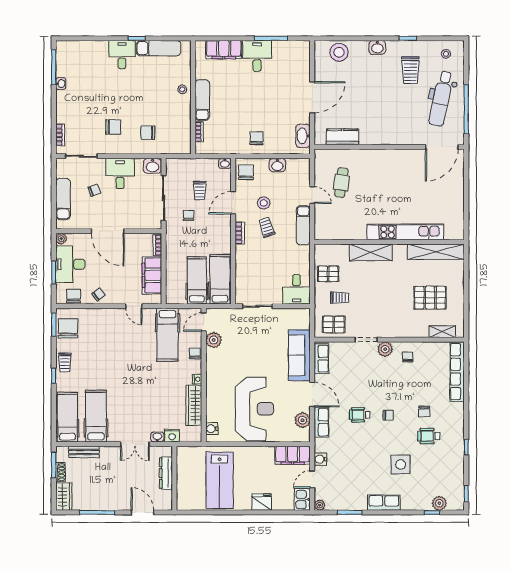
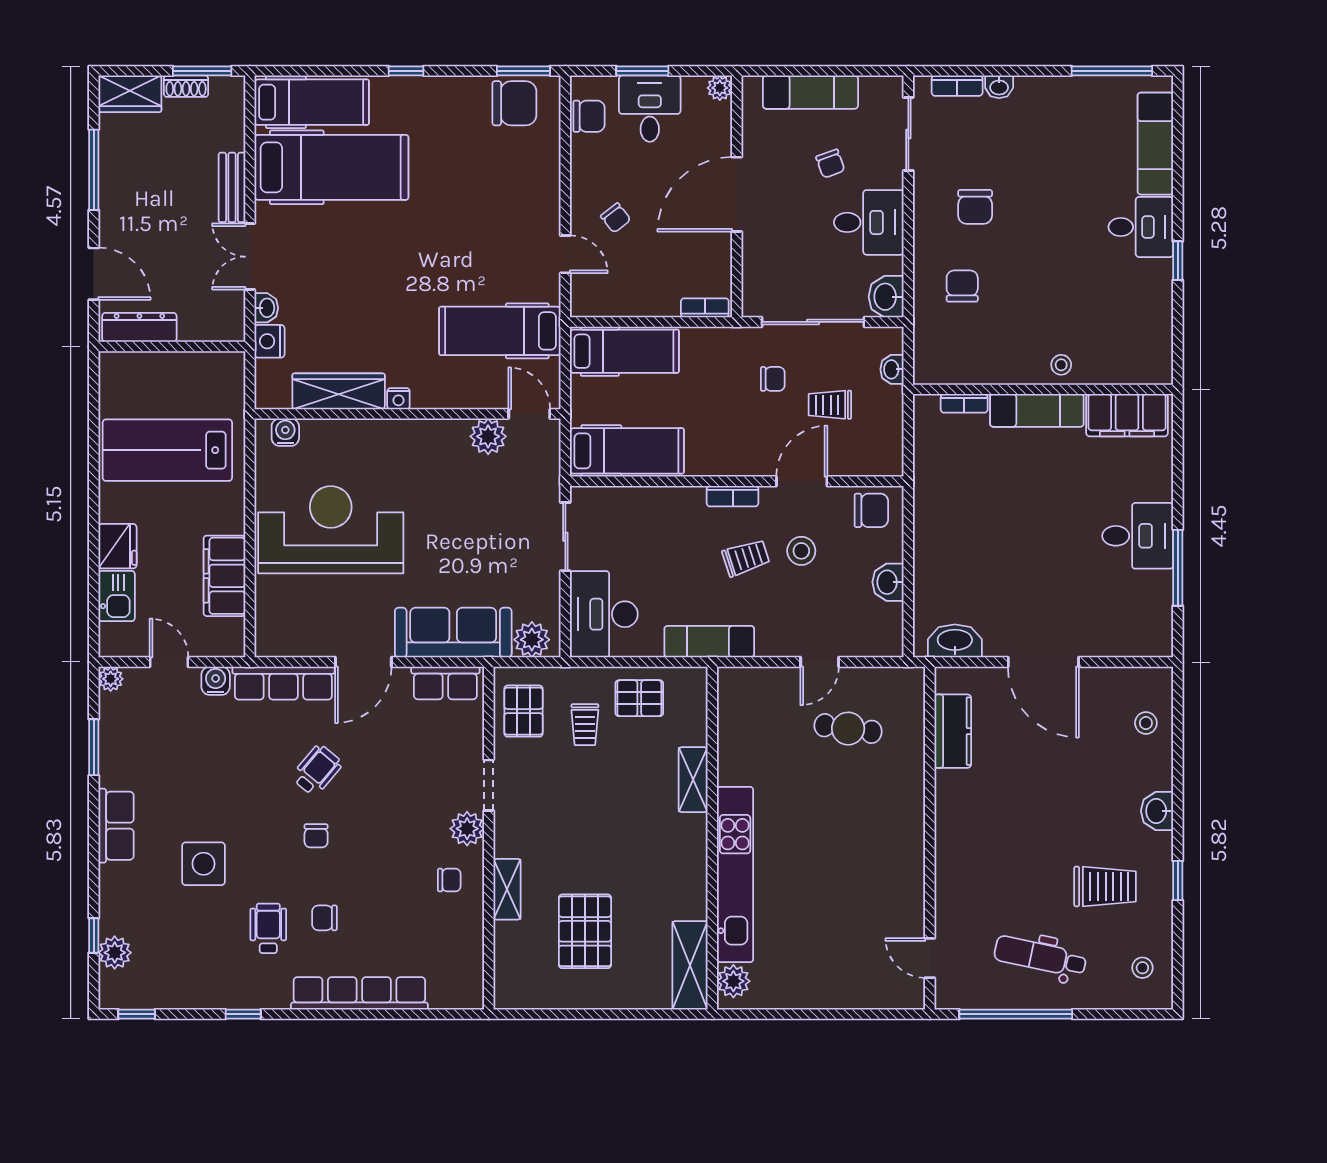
exam couch: (159, 48) -> (1155, 144), moved
filing cabinet: (224, 50) -> (1127, 415), moved, turned -90
stool: (339, 52) -> (1146, 723), width x0.53, depth x0.53
trolley: (410, 70) -> (1105, 886), turned 180
washbasin: (61, 84) -> (999, 87), moved
dental chair: (441, 99) -> (1040, 956), width x0.73, depth x0.72
chair: (257, 138) -> (949, 534), removed
door: (442, 147) -> (930, 958), width x0.53
washbasin: (225, 163) -> (892, 369), moved
door: (233, 203) -> (802, 481), hinge flipped
exam couch: (303, 225) -> (709, 642), moved
plant: (452, 233) -> (733, 981), added
shelving: (371, 252) -> (693, 780), width x0.67, depth x0.75
shelving: (436, 252) -> (690, 965), width x0.68
desk: (70, 264) -> (650, 109), width x0.73
pallet: (328, 274) -> (639, 698), turned 90
filing cabinet: (152, 275) -> (636, 295), removed
hospital bed: (197, 280) -> (624, 351), moved
desk: (296, 289) -> (604, 614), width x1.37
chair: (99, 294) -> (616, 218), moved
door: (134, 306) -> (565, 254), swing flipped
shelving: (442, 332) -> (507, 889), moved
chair: (195, 353) -> (457, 393), removed
trolley: (65, 362) -> (437, 96), removed
row of seats: (457, 372) -> (359, 993), moved
reception desk: (254, 409) -> (331, 530), turned 180
wheelchair: (360, 415) -> (317, 770), turned 40
hospital bed: (96, 416) -> (331, 167), width x1.37, depth x1.29
plant: (302, 420) -> (532, 640), moved
row of seats: (321, 422) -> (283, 683), width x1.48
bench: (84, 452) -> (232, 187), moved
filing cabinet: (293, 455) -> (224, 576), moved
dresser: (166, 473) -> (139, 327), moved
kitchen sink: (302, 499) -> (117, 596), moved, turned 90
door: (142, 512) -> (94, 274), hinge flipped

